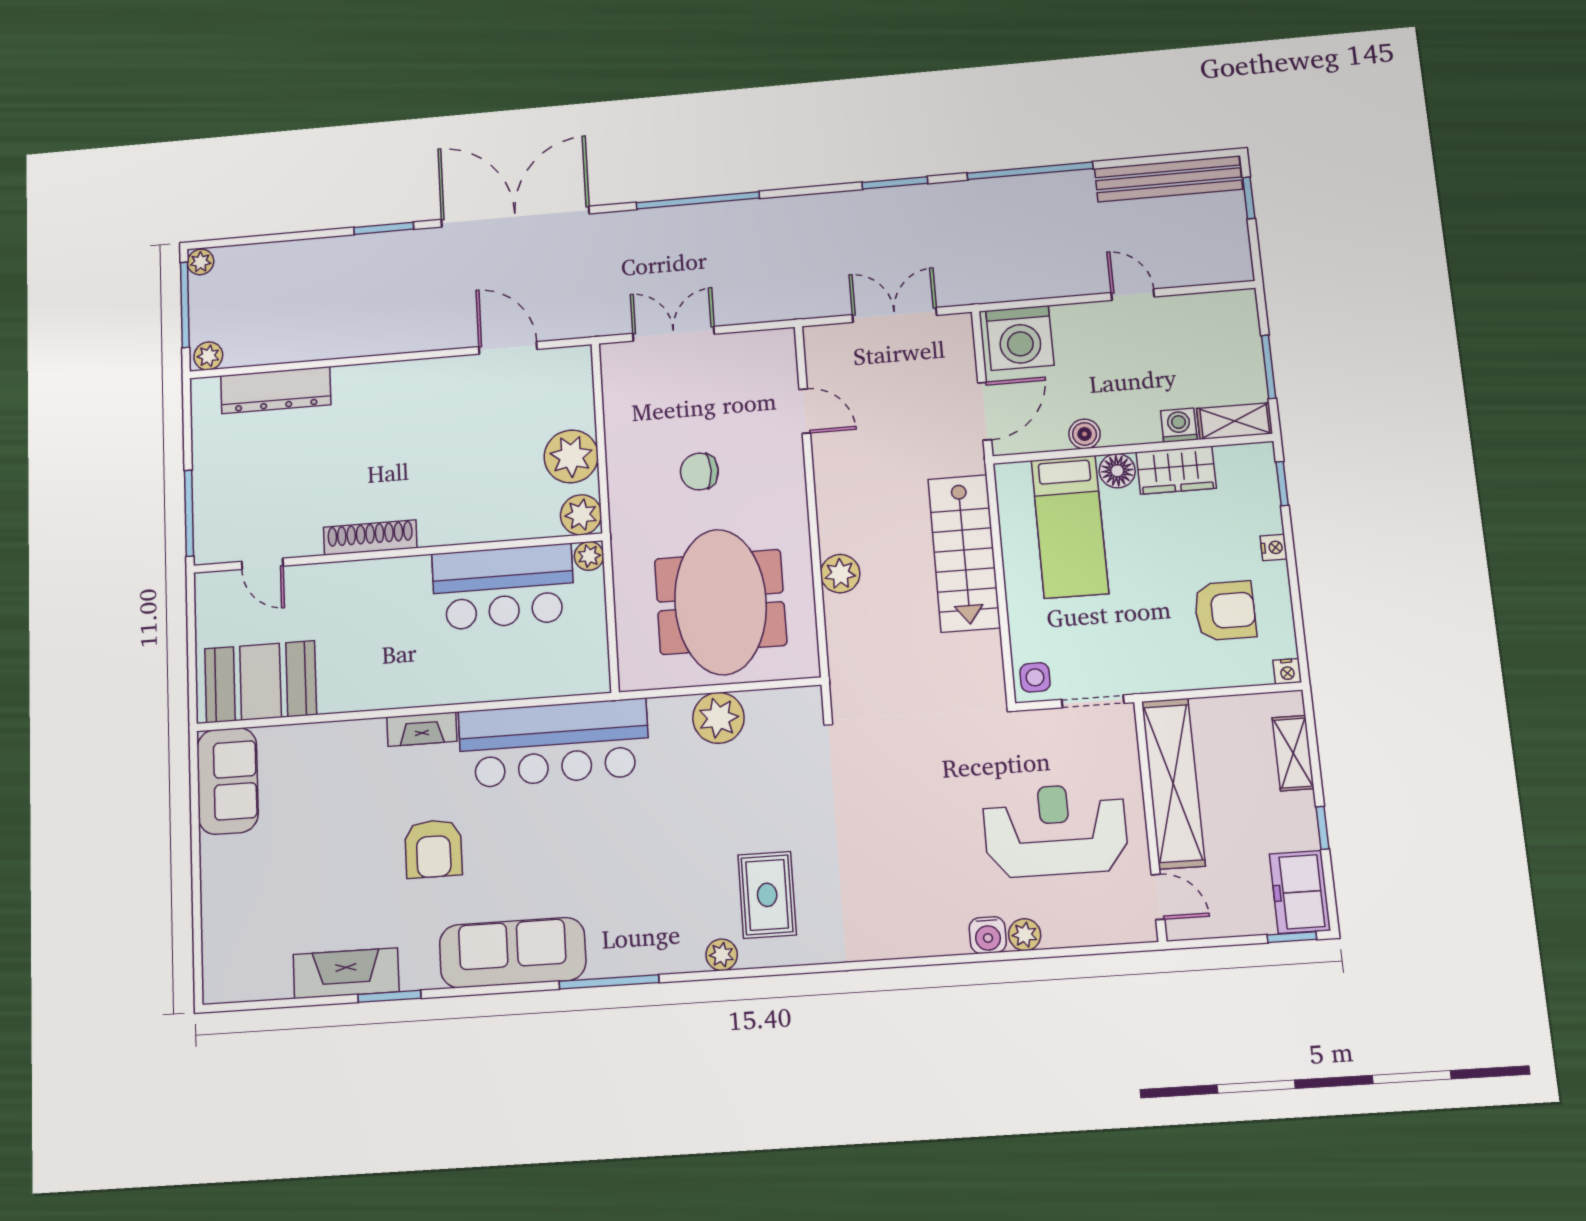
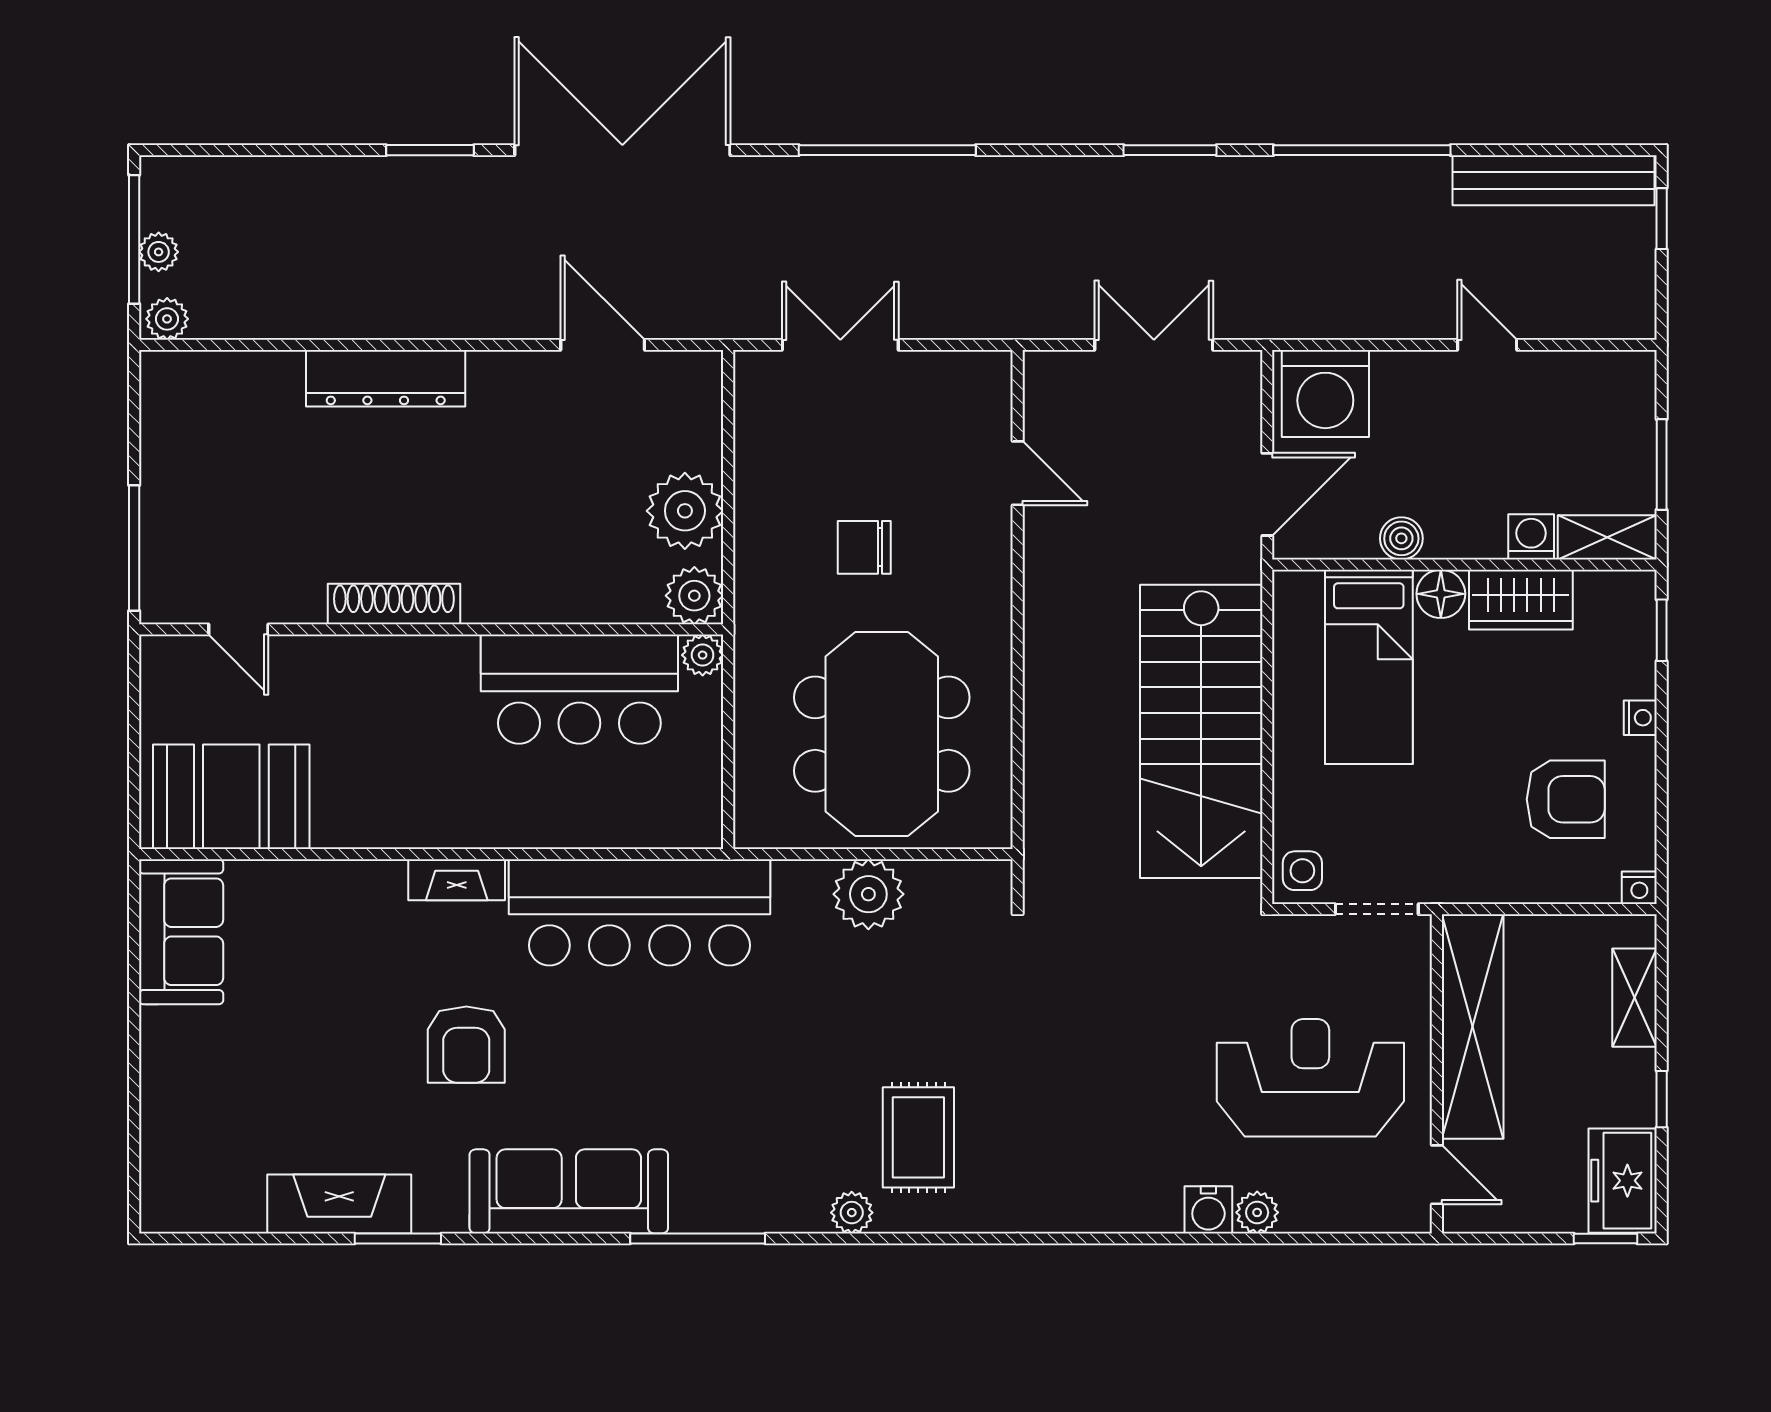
plant: (201, 262) -> (159, 252), moved
dresser: (276, 390) -> (386, 378), moved
stairs: (964, 553) -> (1201, 731), width x1.36, depth x1.51
plant: (840, 574) -> (1050, 707), removed

